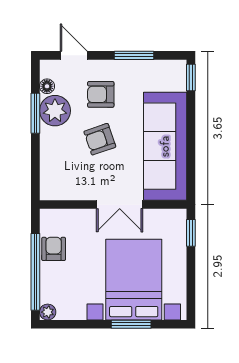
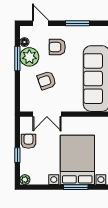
armchair: (100, 139) -> (47, 80), moved
double door: (120, 205) -> (47, 114), moved
window: (35, 272) -> (17, 155), width x0.32

